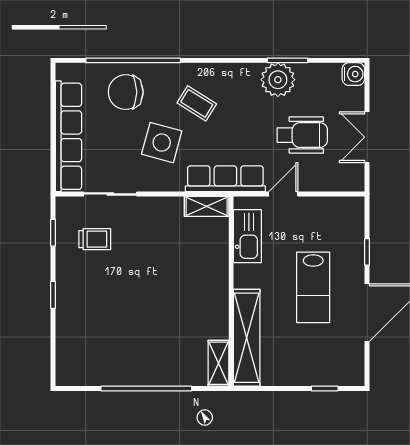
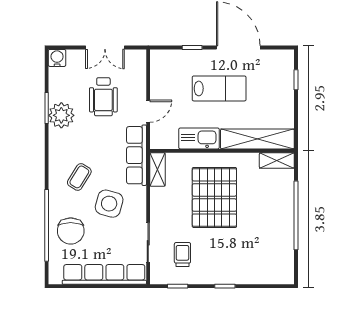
wheelchair: (302, 135) -> (103, 97), turned 180
door: (283, 194) -> (148, 111), swing flipped
kitchen sink: (247, 236) -> (199, 138), moved
pallet: (170, 281) -> (214, 197), added

